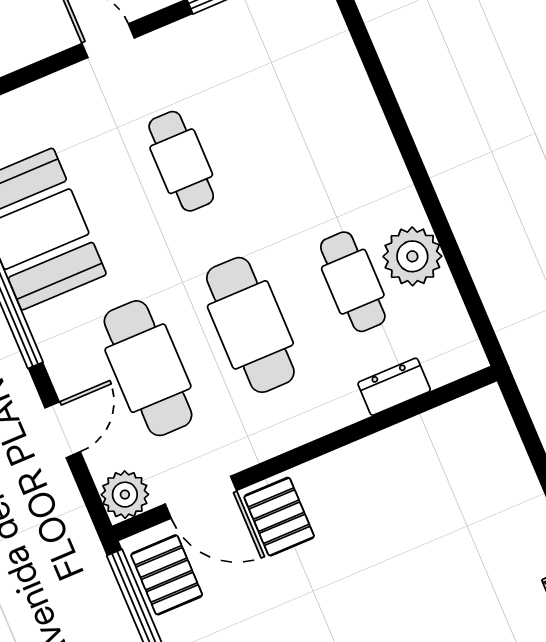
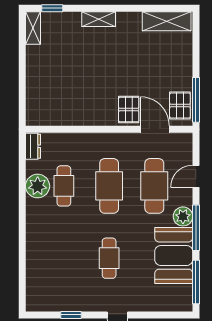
dresser: (394, 387) -> (33, 146), moved, turned -90
plant: (125, 495) -> (183, 216), moved

